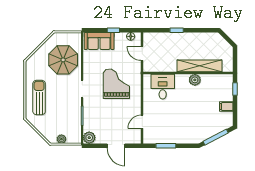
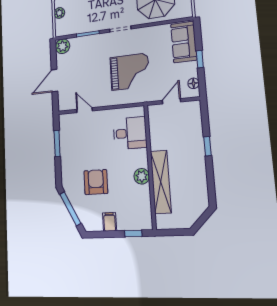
armchair: (197, 116) -> (96, 182), added

